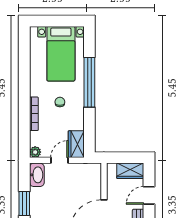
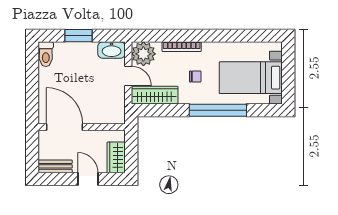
wardrobe: (76, 144) -> (155, 95), width x1.50
plant: (35, 152) -> (143, 54), width x1.88, depth x1.88

